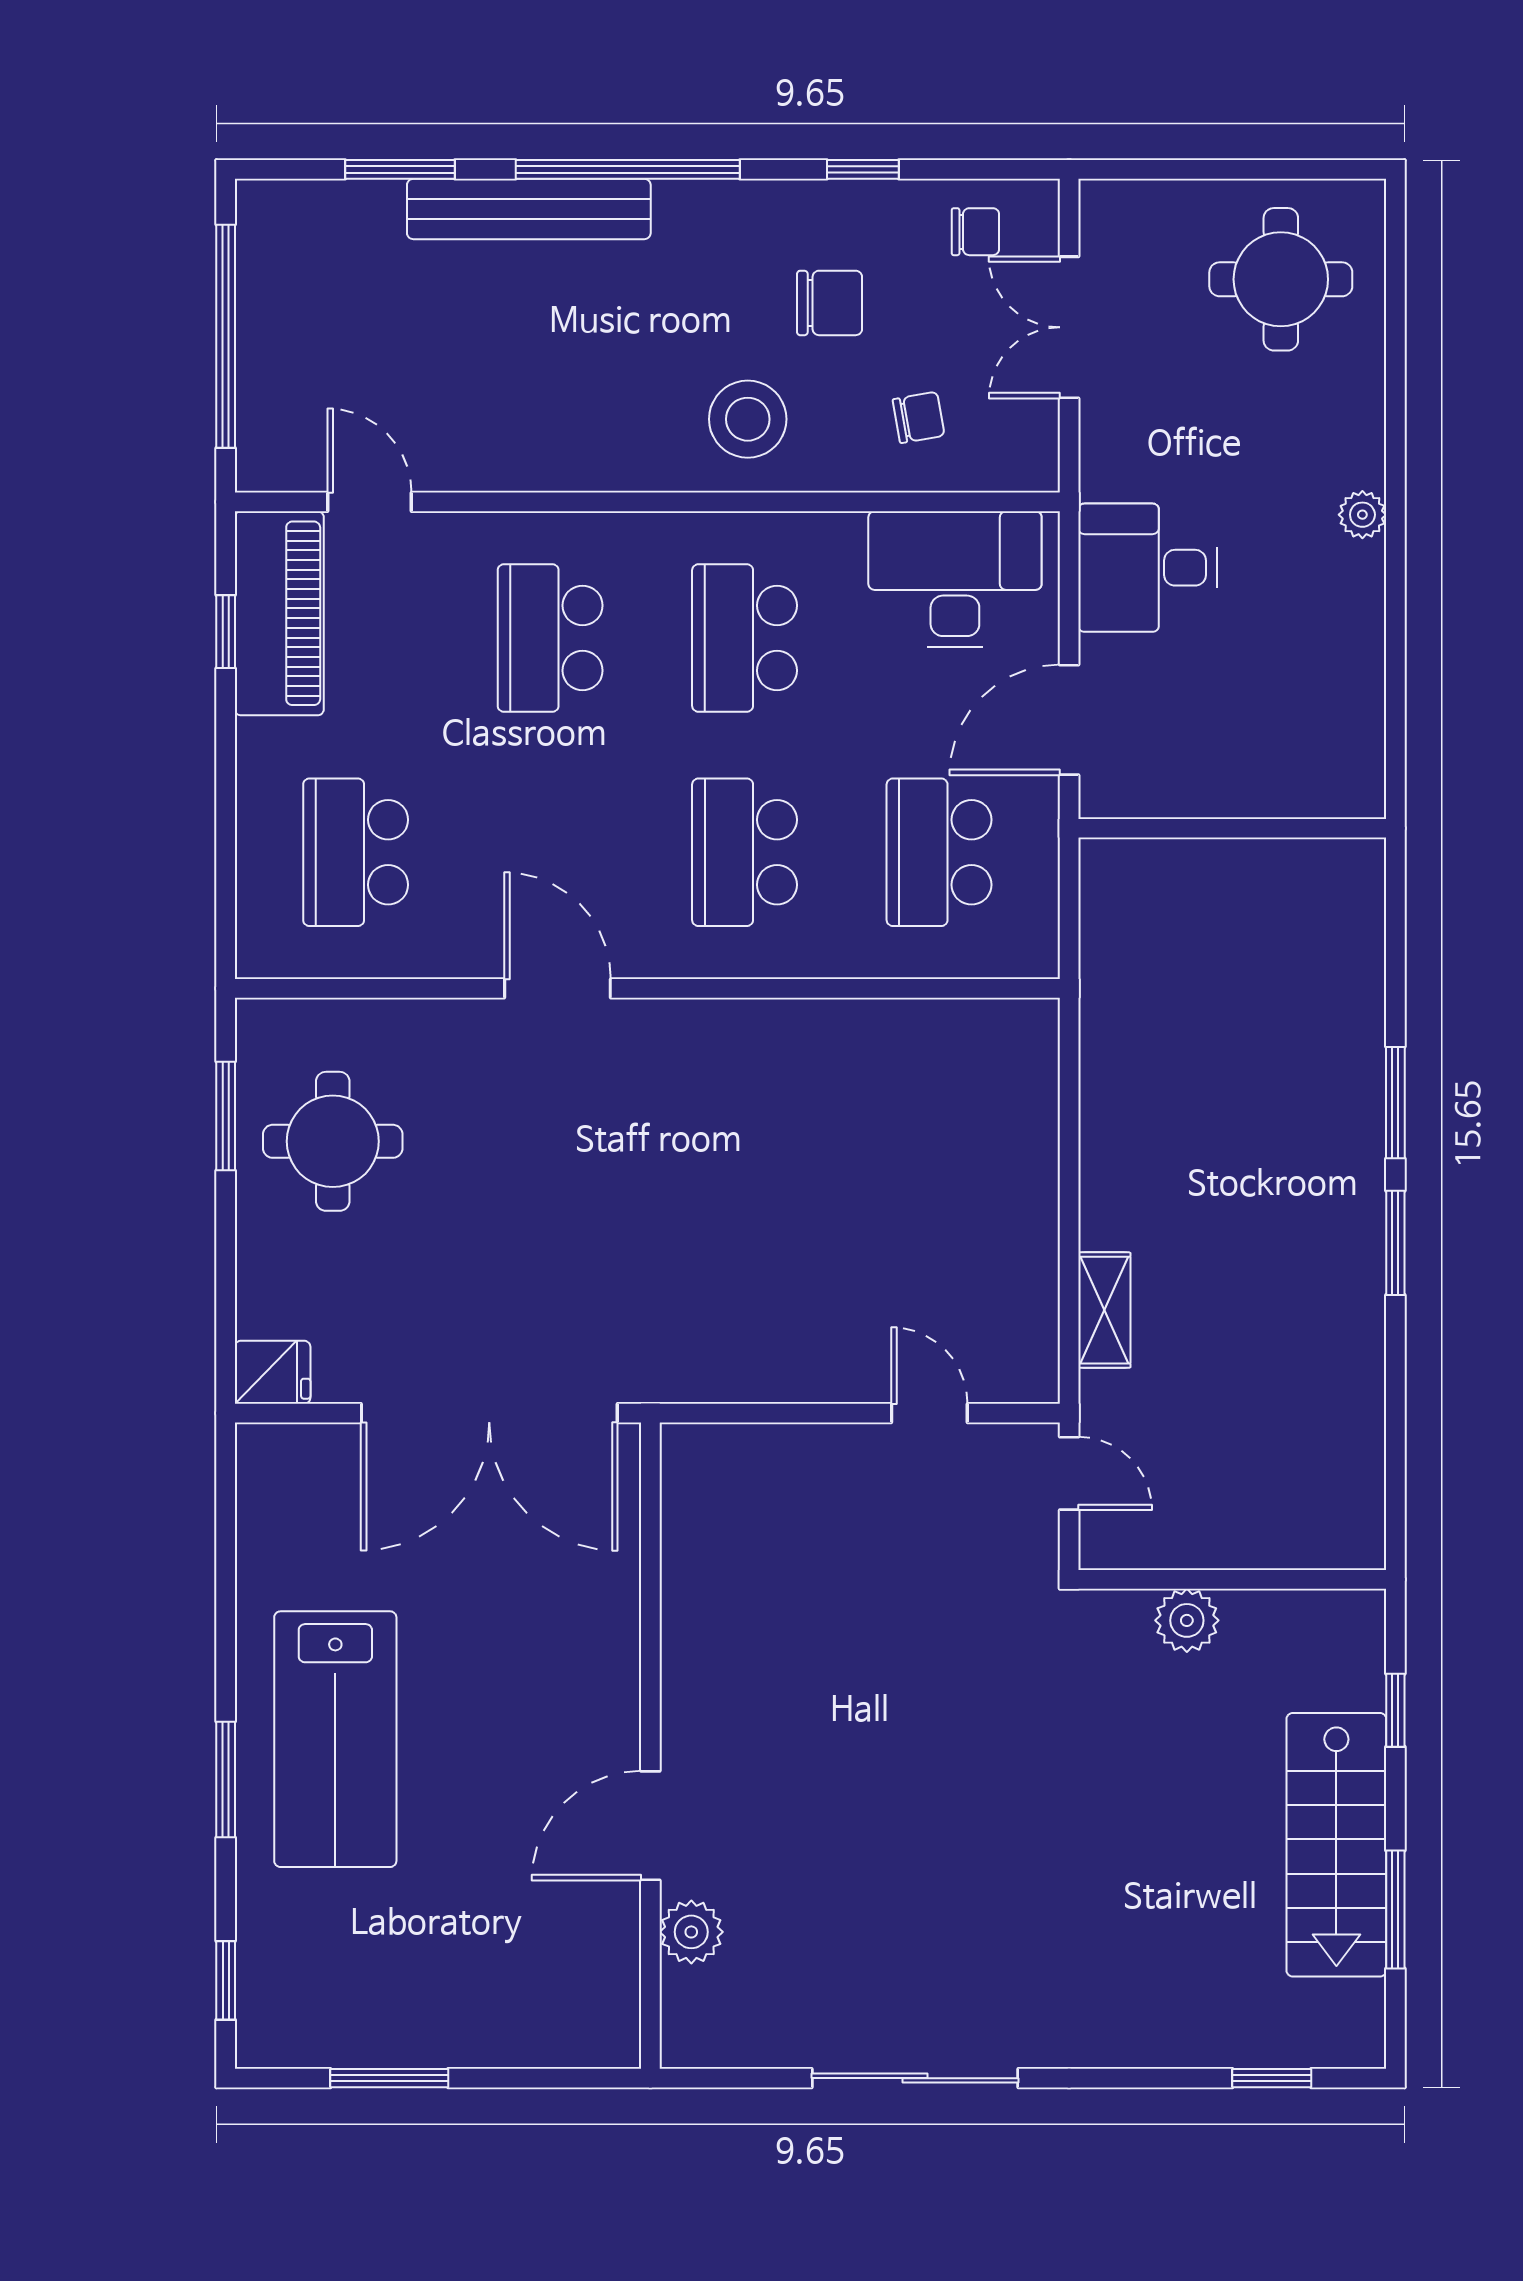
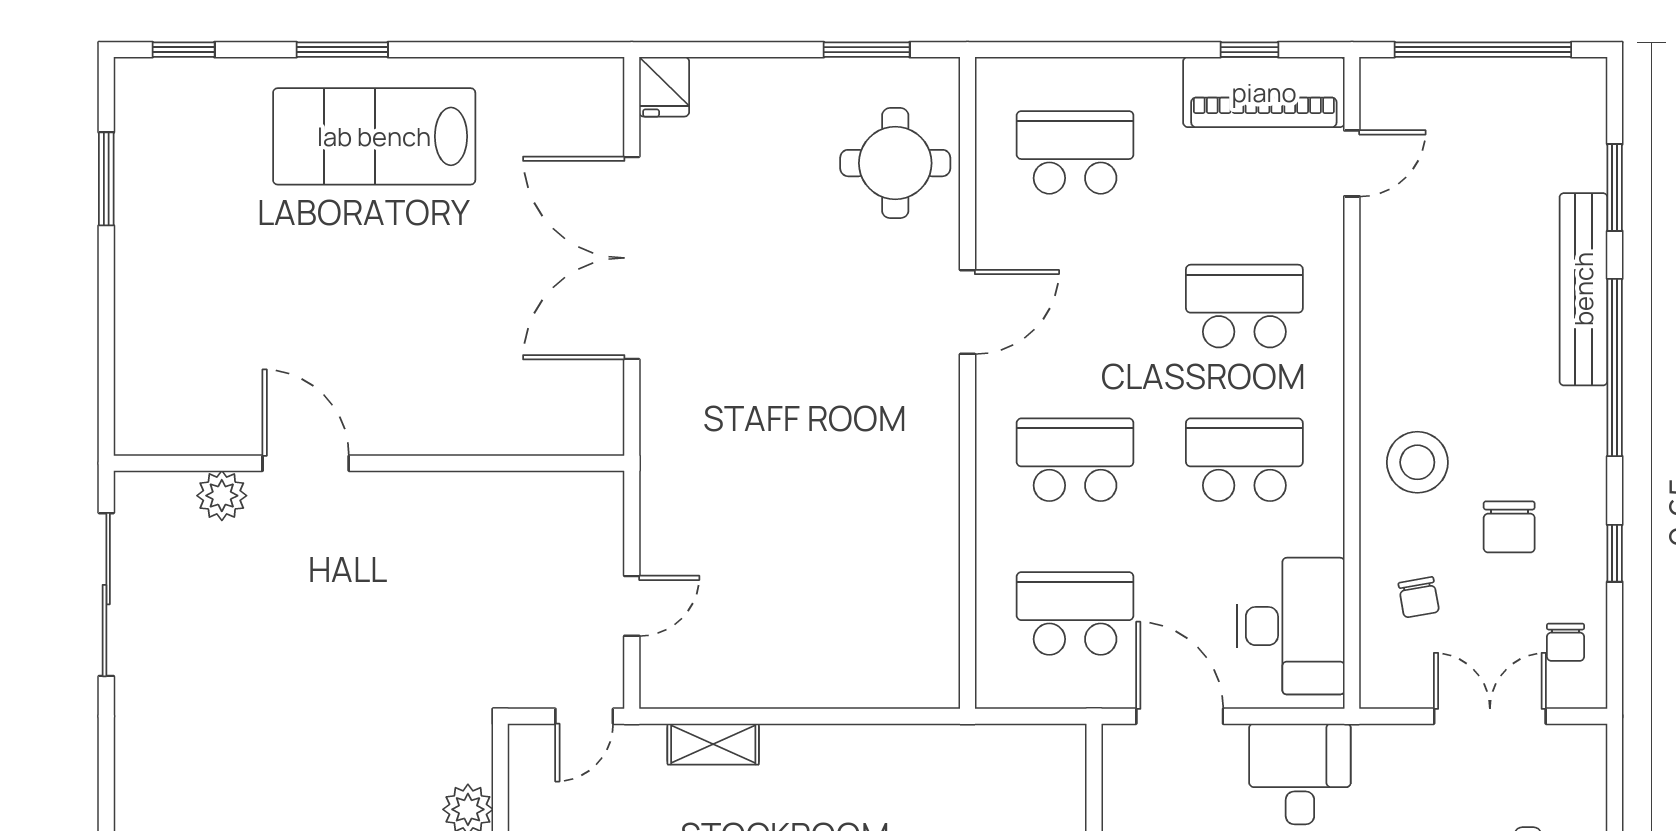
round table: (333, 1141) -> (895, 163), moved
wall: (650, 1746) -> (369, 463), moved
door: (650, 1826) -> (306, 463), moved
plant: (691, 1932) -> (222, 496), moved

